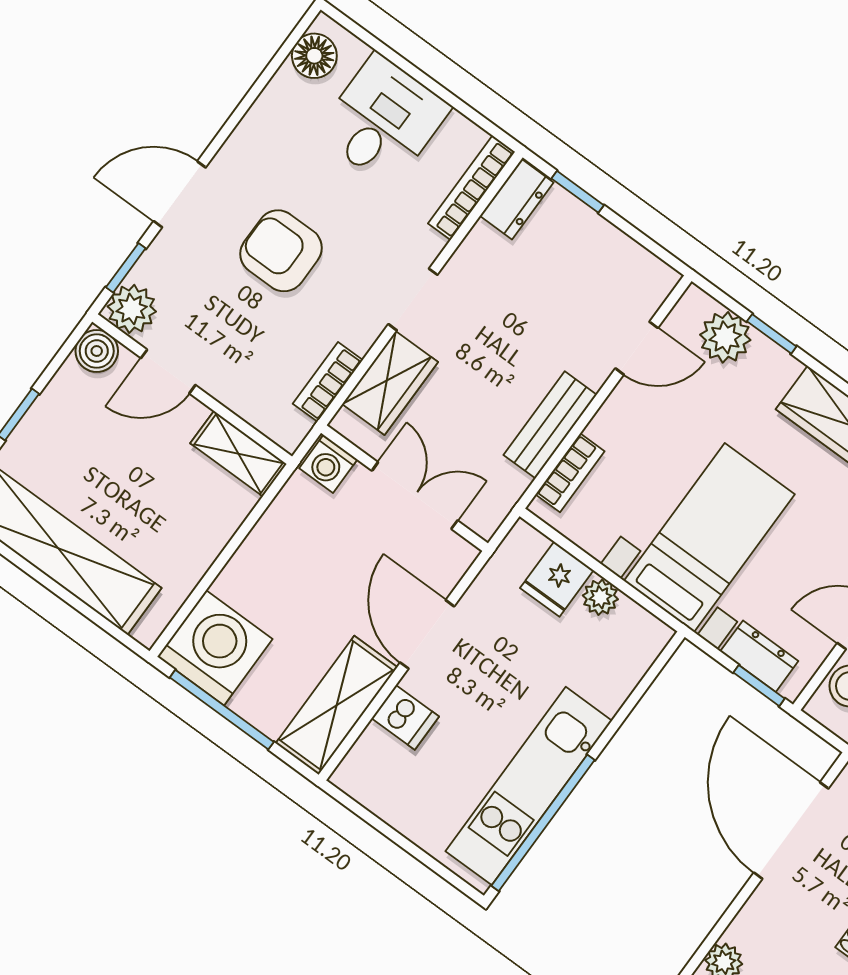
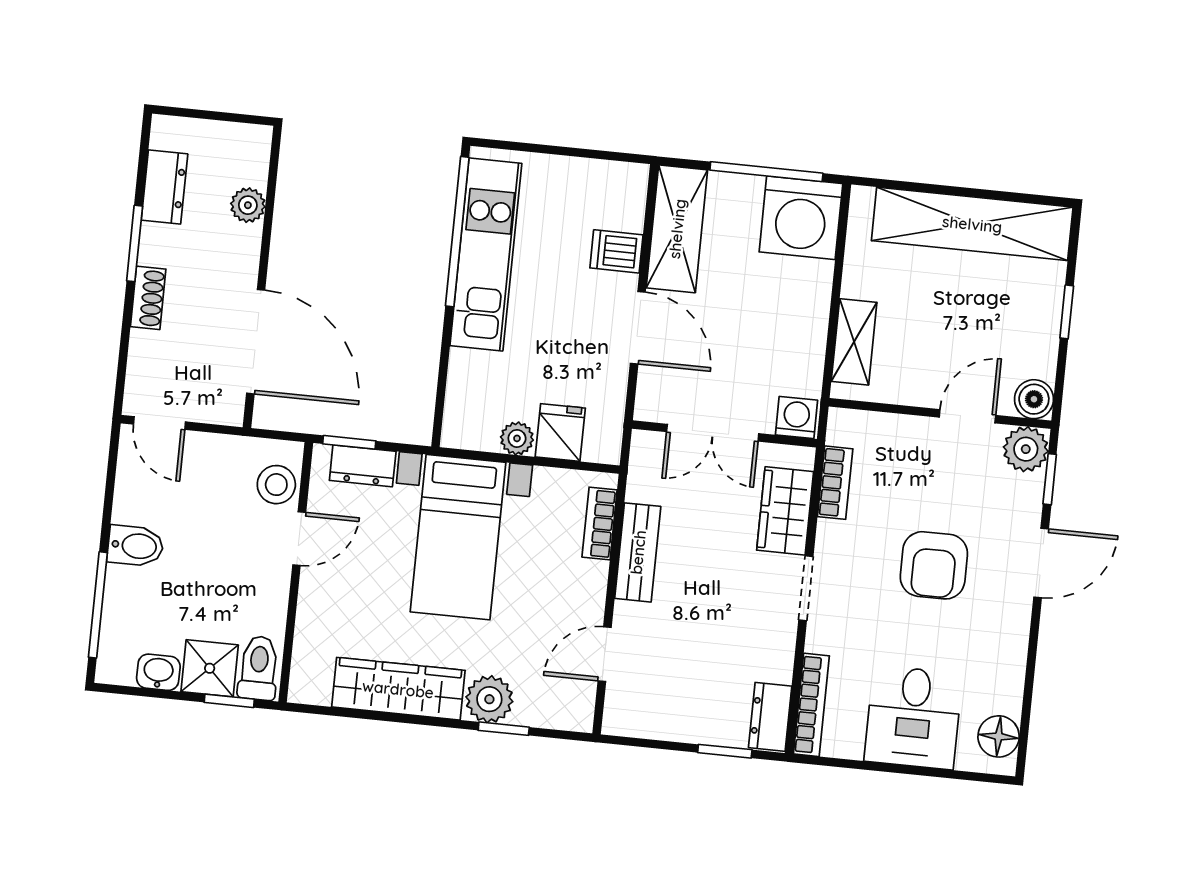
armchair: (281, 251) -> (934, 565), turned 90
plant: (725, 337) -> (489, 699), moved
shelving: (238, 454) -> (854, 342), moved, turned 90

